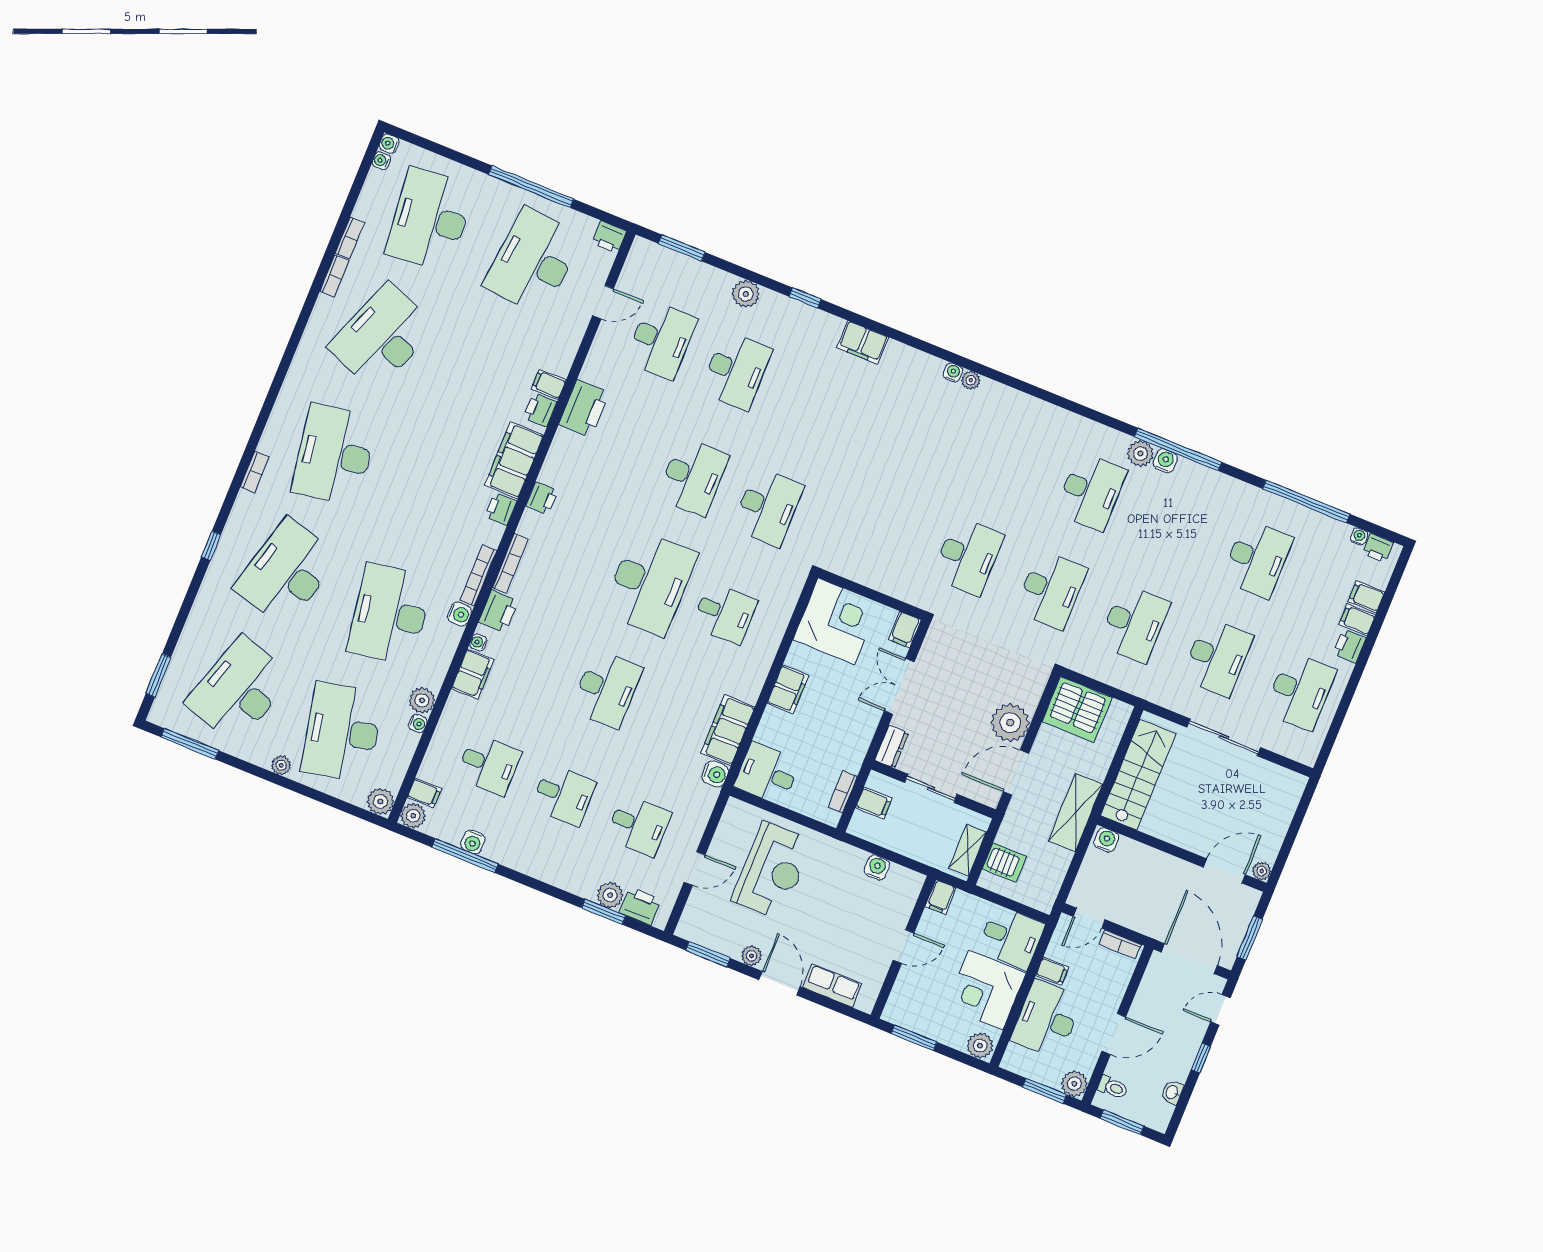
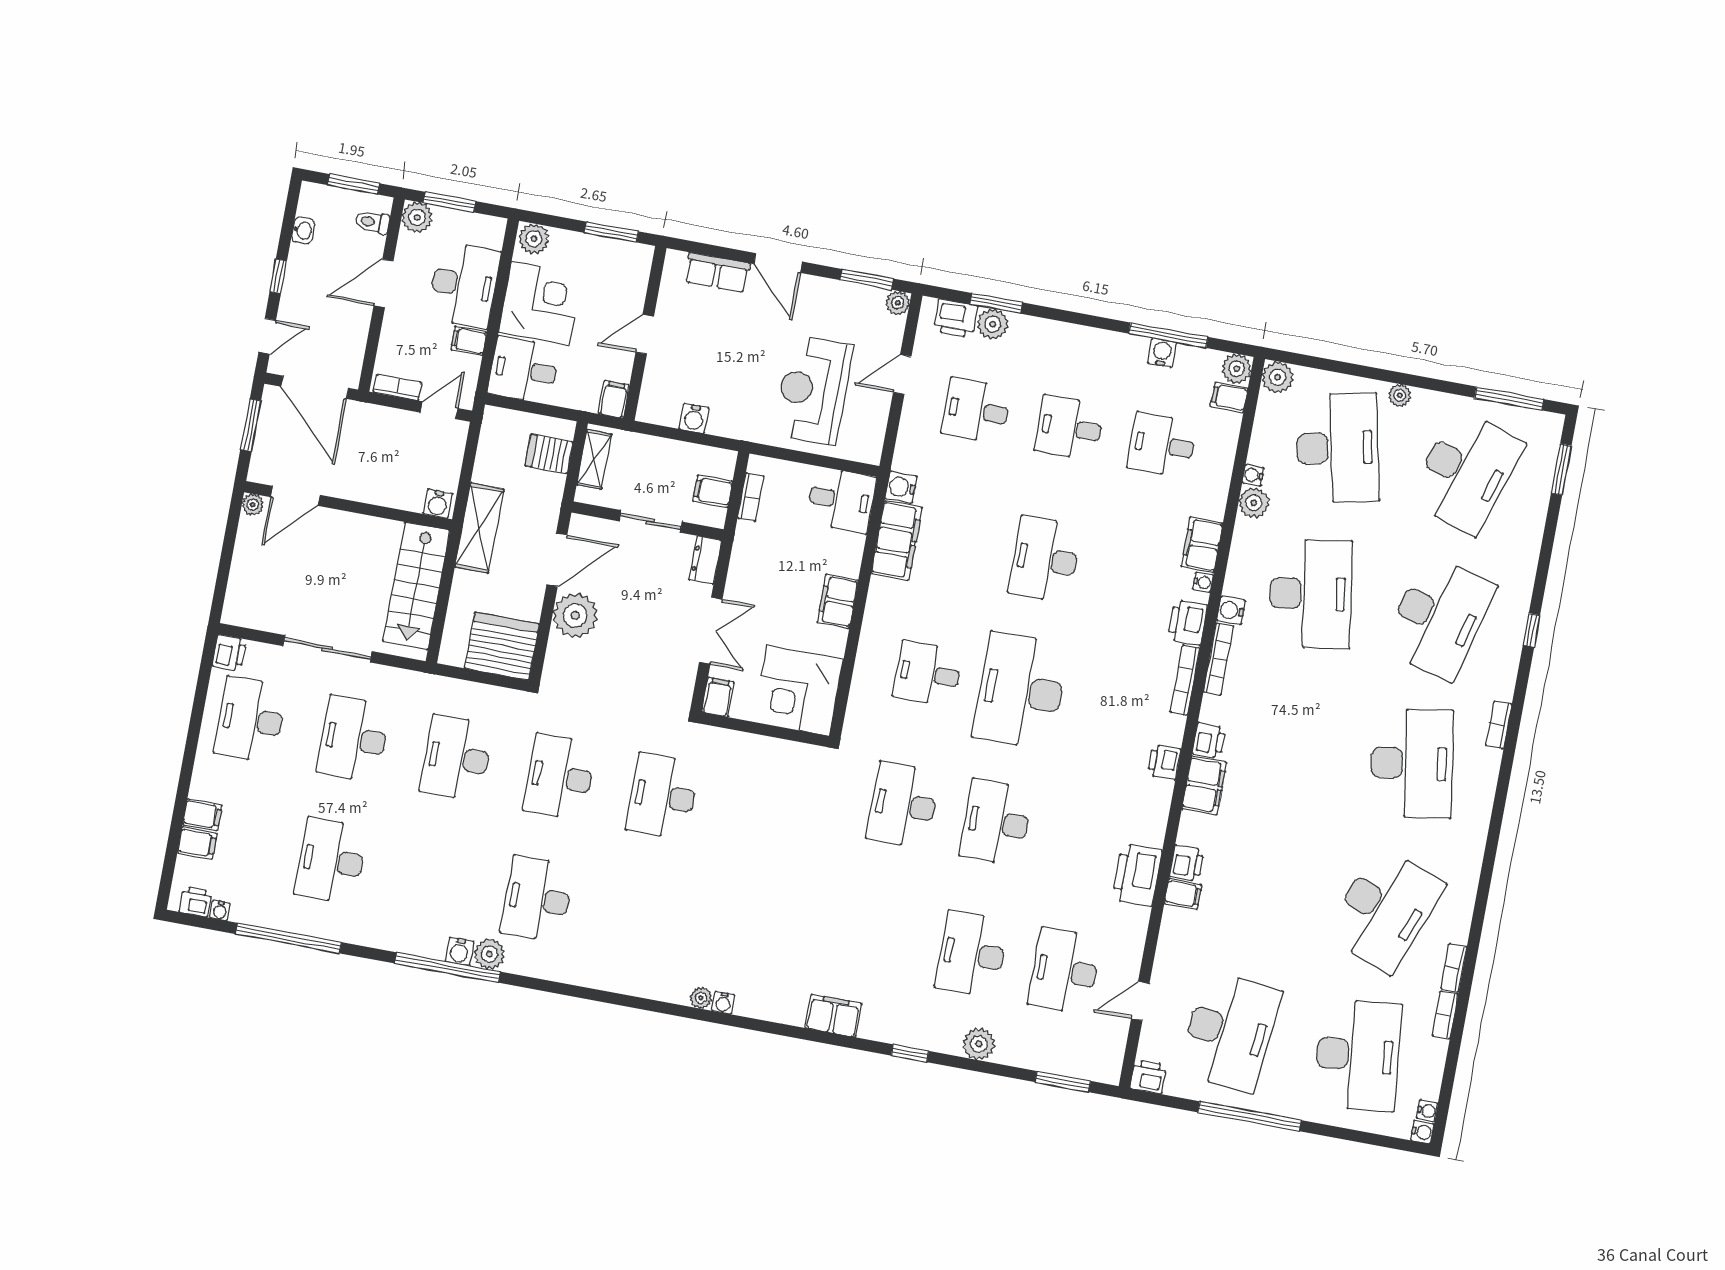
filing cabinet: (514, 460) -> (1204, 785), width x0.67, depth x0.86
printer: (1349, 646) -> (229, 653), moved
plant: (751, 956) -> (898, 303), moved

